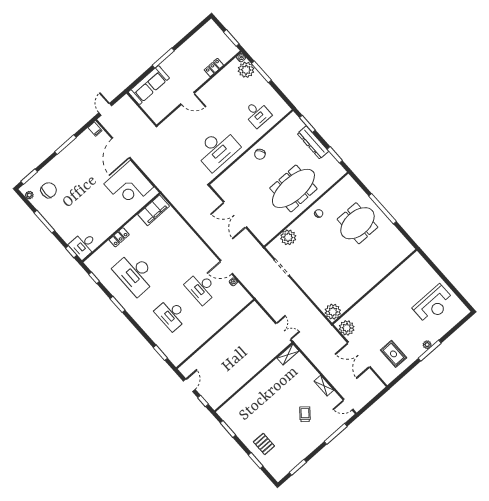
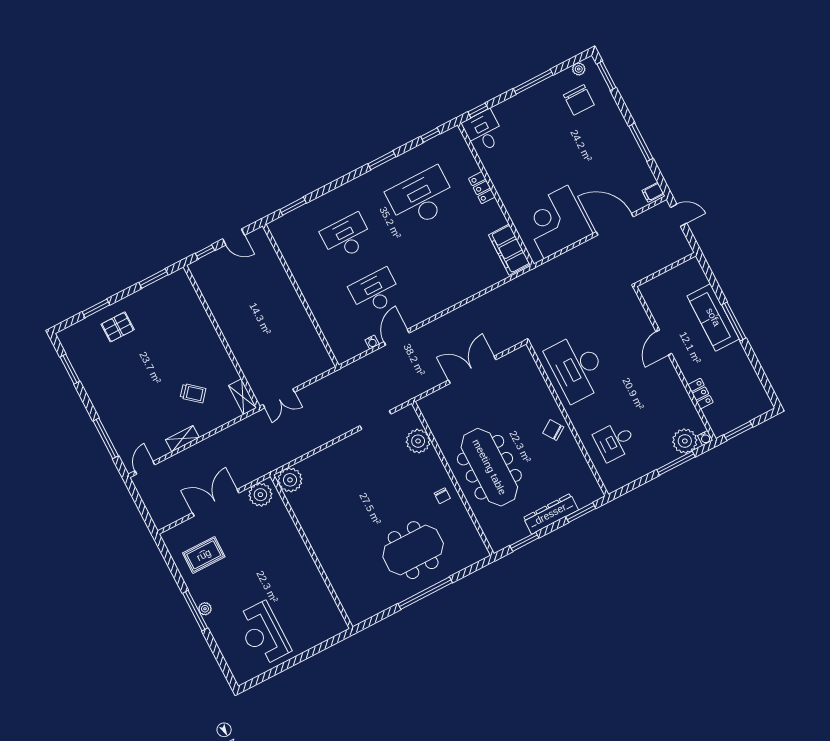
sofa: (149, 85) -> (713, 317), moved
meeting table: (357, 223) -> (413, 550), turned 90
trolley: (305, 414) -> (193, 393), moved

